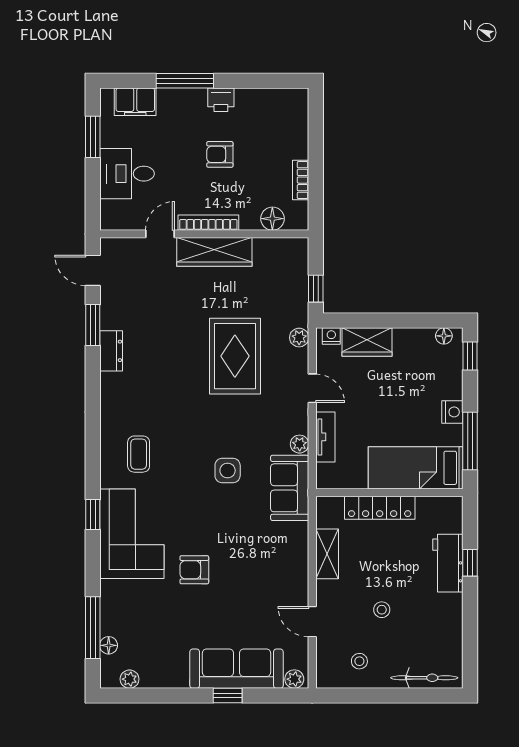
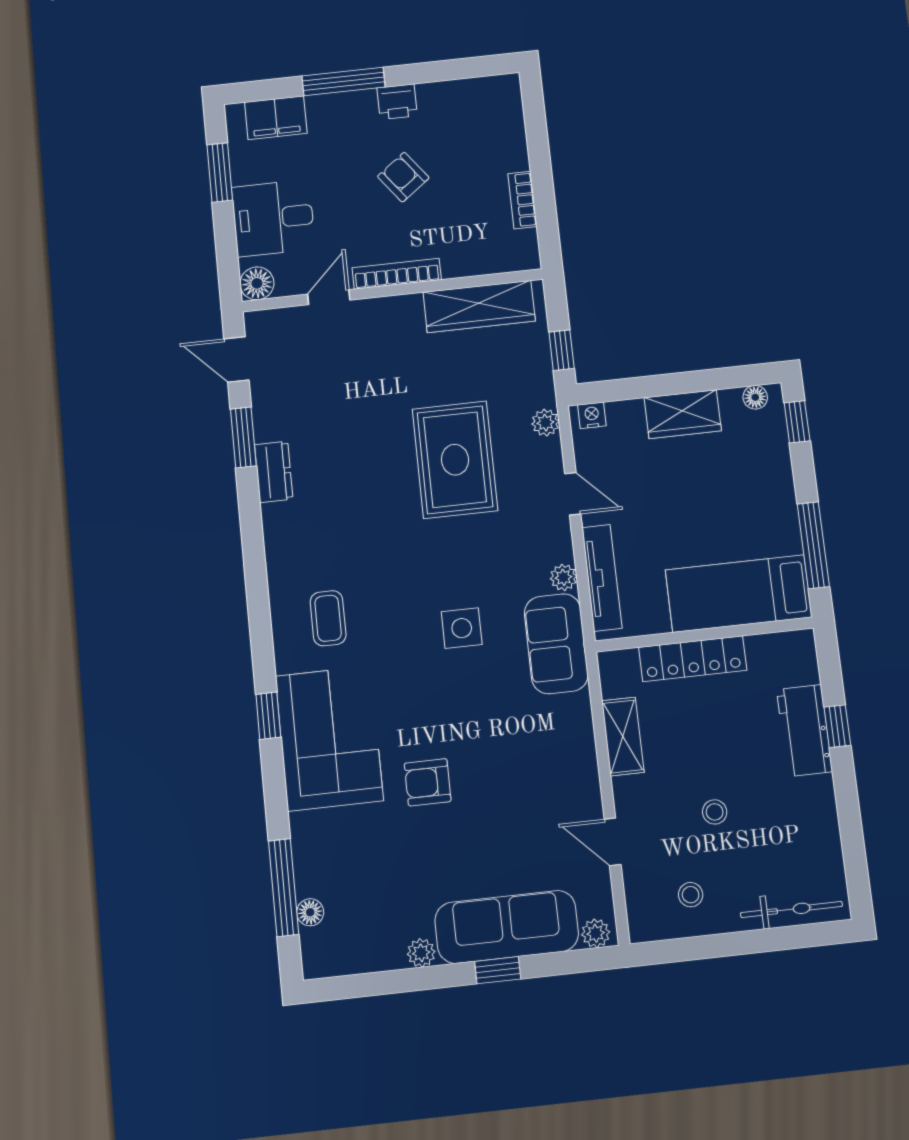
armchair: (220, 154) -> (403, 177), turned 53
floor lamp: (272, 219) -> (257, 283), moved
wardrobe: (214, 252) -> (479, 306), moved
wardrobe: (367, 342) -> (683, 414), moved
nightstand: (452, 412) -> (782, 506), removed
tv unit: (325, 437) -> (602, 578), width x1.41
plant: (130, 679) -> (421, 953), moved

